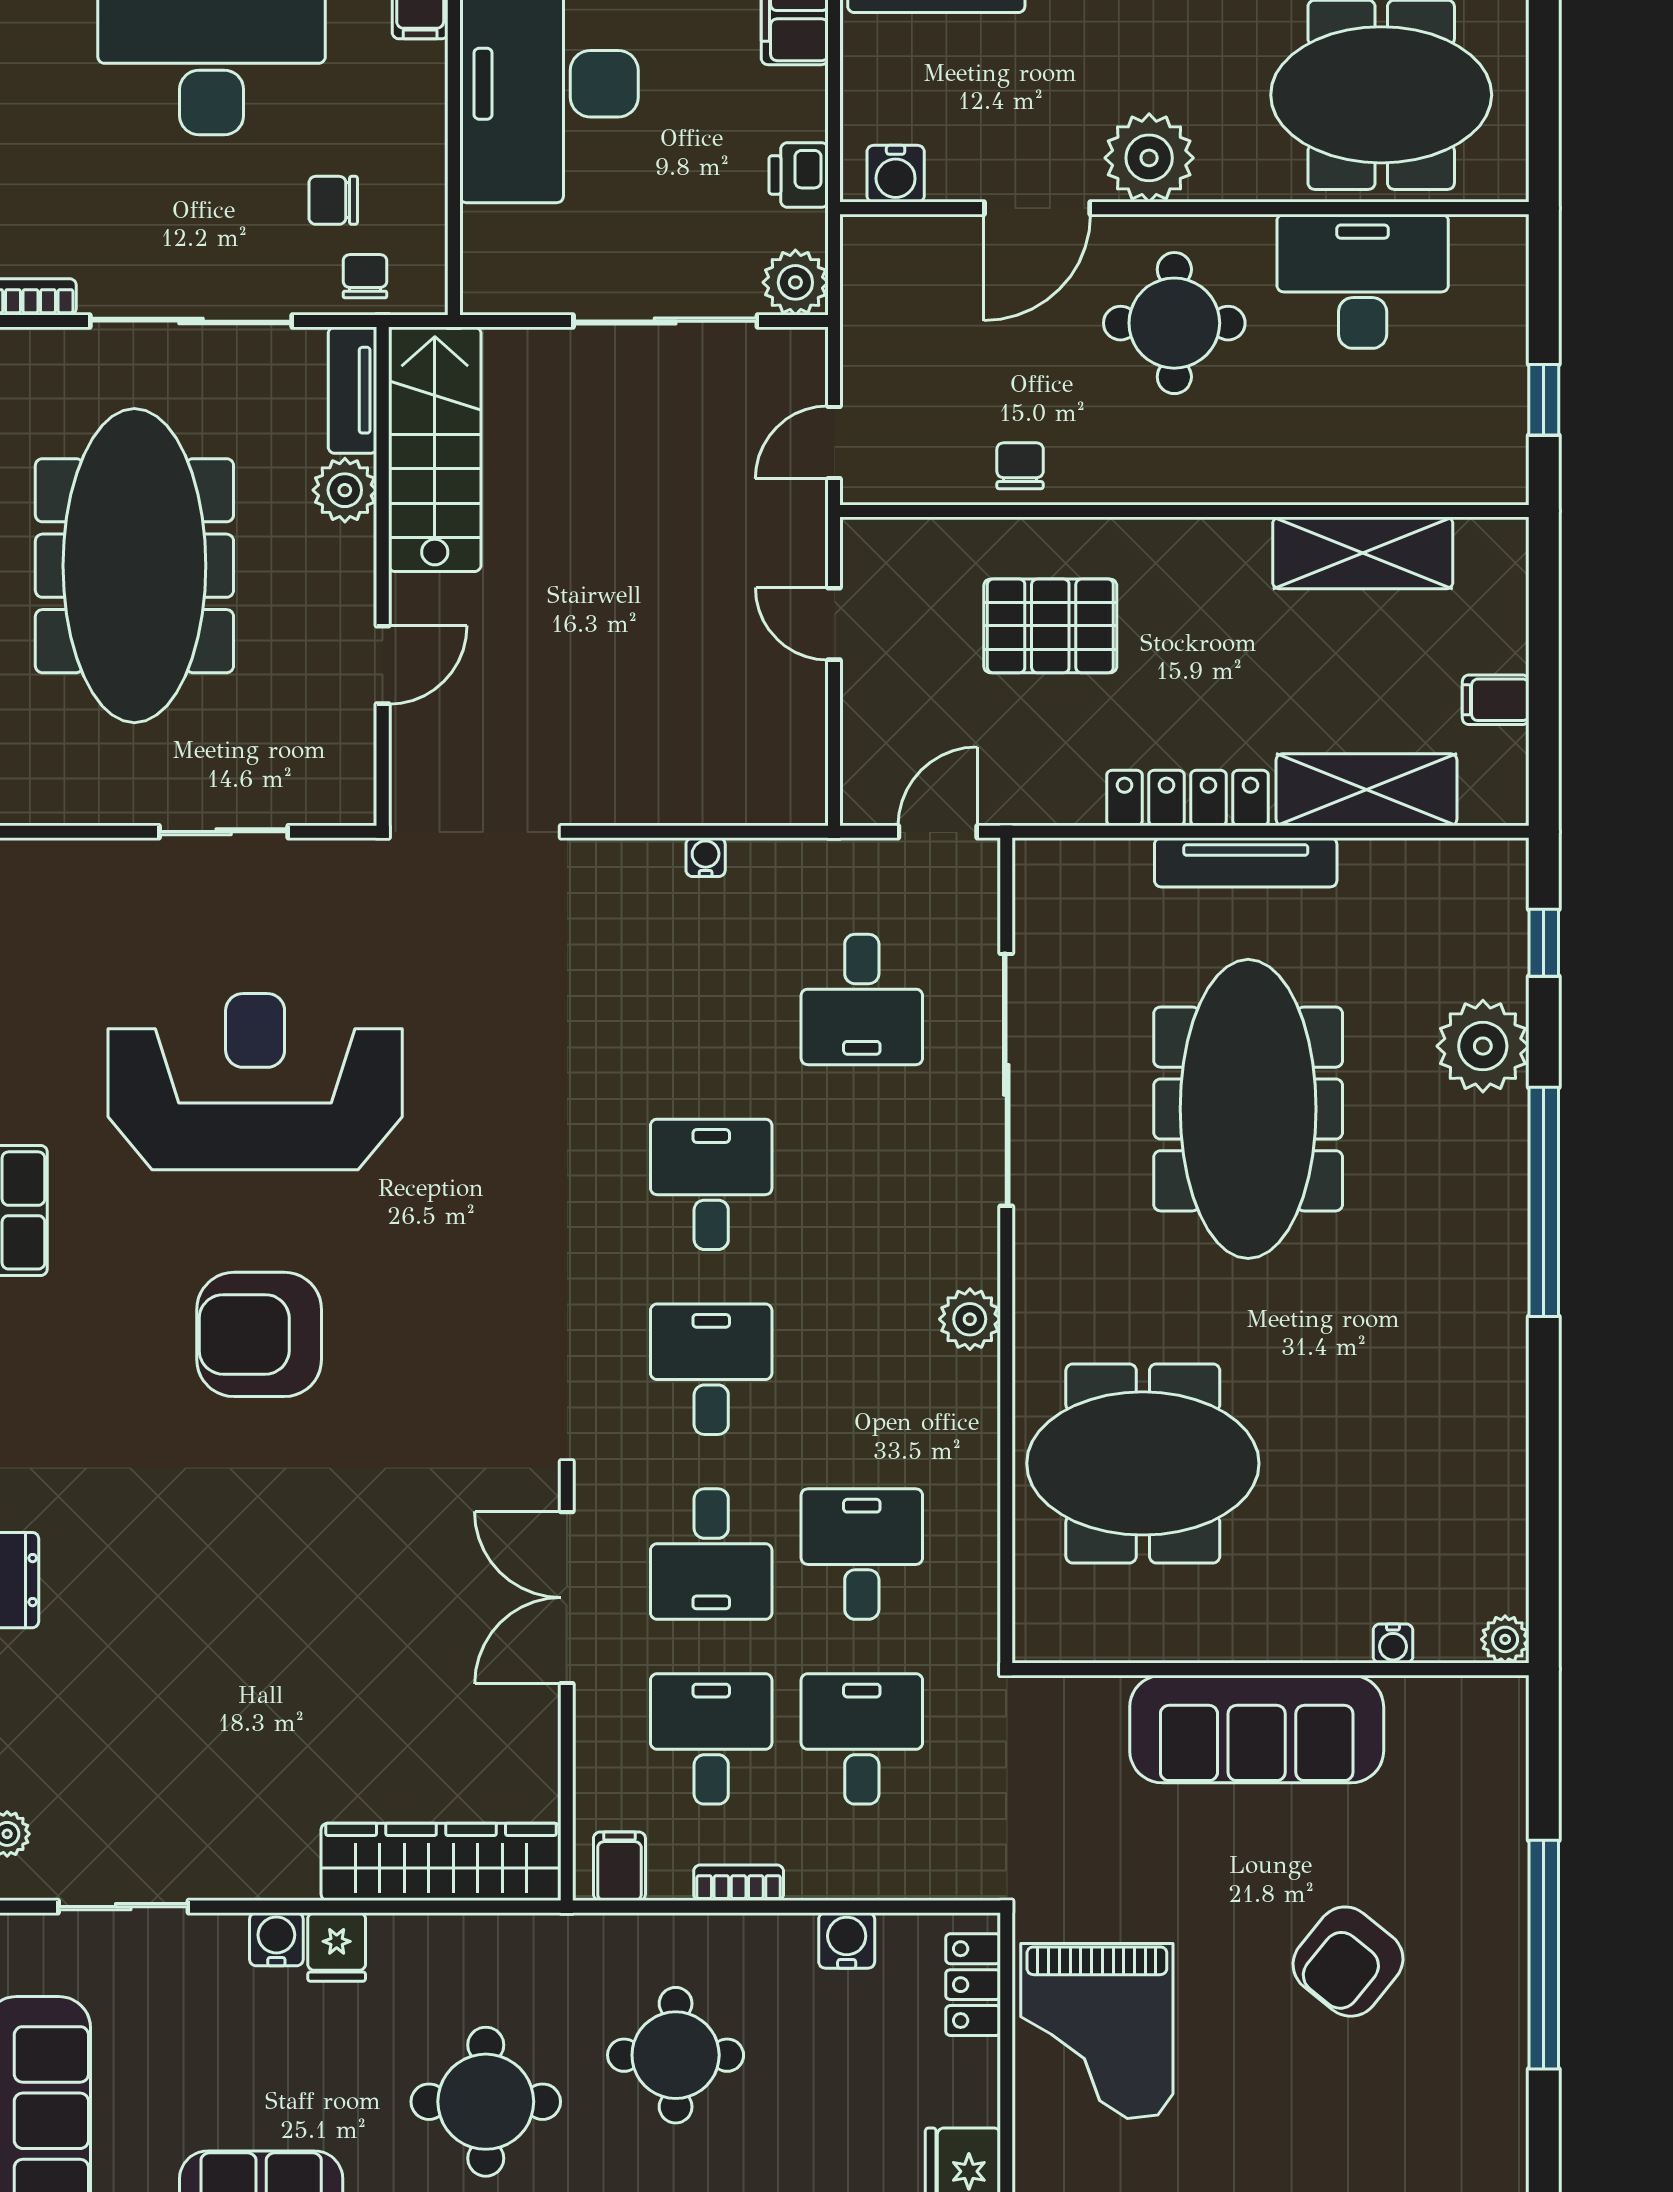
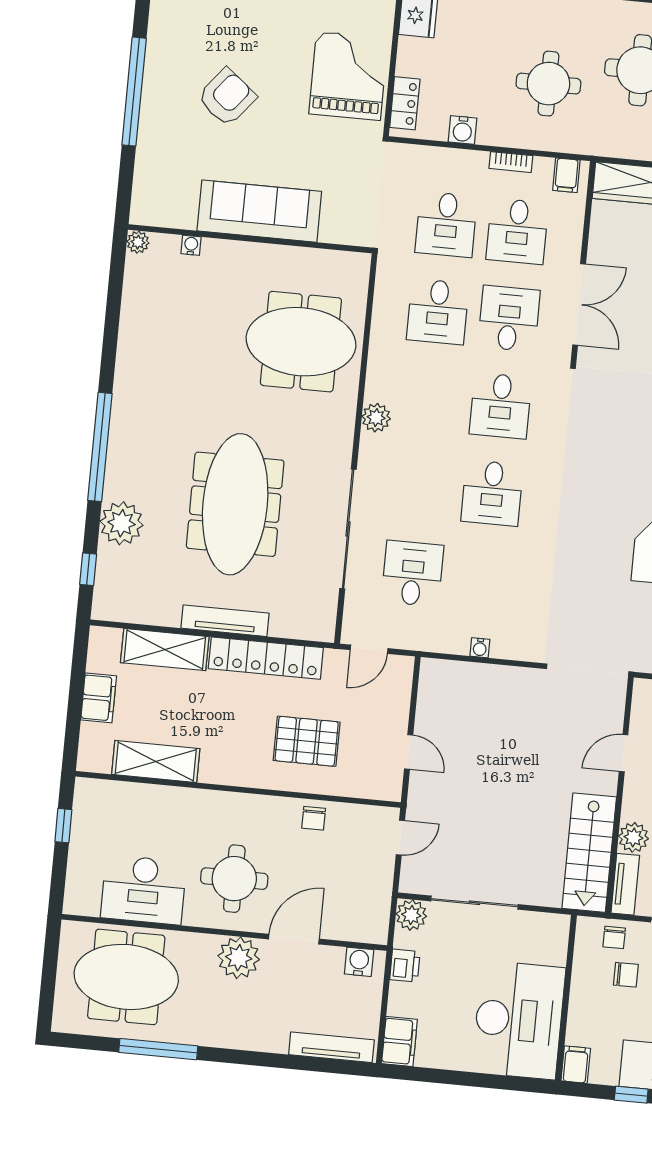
filing cabinet: (1496, 700) -> (99, 698), width x2.00
locker: (1187, 798) -> (266, 658), width x1.41, depth x1.21

